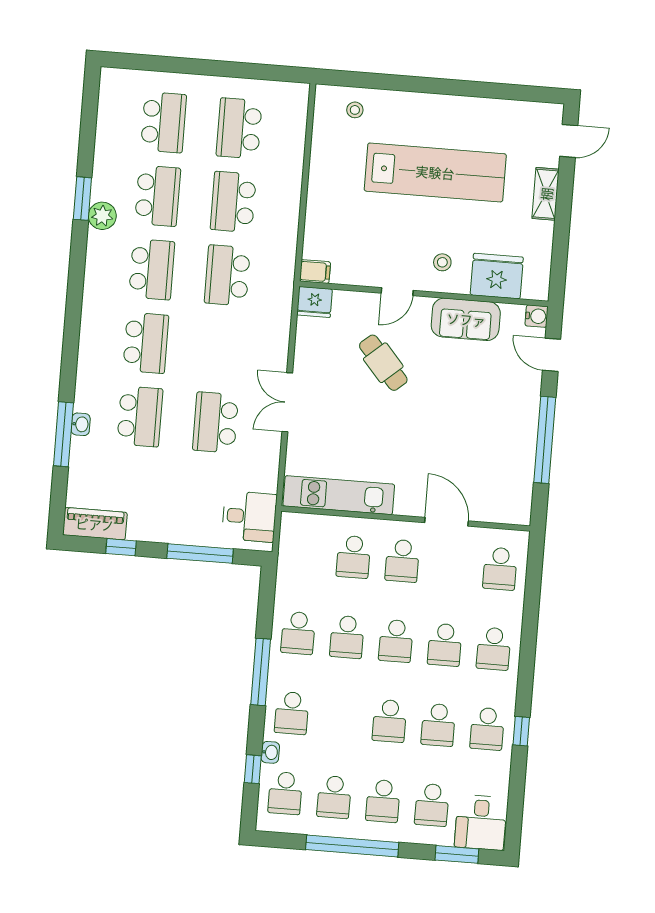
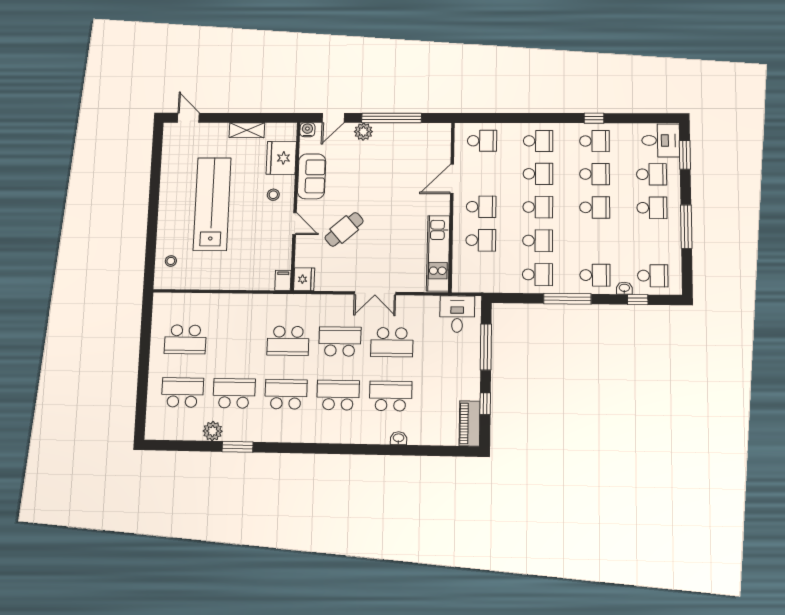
shelving: (546, 194) -> (247, 130), moved
school desk: (233, 202) -> (340, 342), moved, turned 180
plant: (102, 216) -> (213, 431), moved
plant: (527, 398) -> (363, 132), added
window: (63, 434) -> (406, 450), removed
school desk: (334, 797) -> (652, 242), removed
window: (352, 846) -> (686, 227), width x0.68

